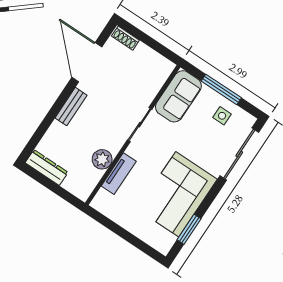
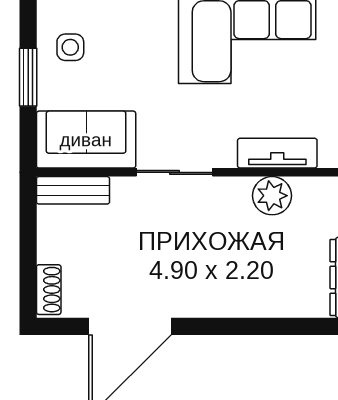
window: (221, 89) -> (28, 77), width x0.69
bench: (71, 107) -> (73, 190), moved

